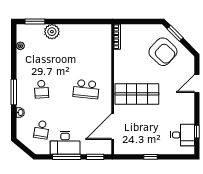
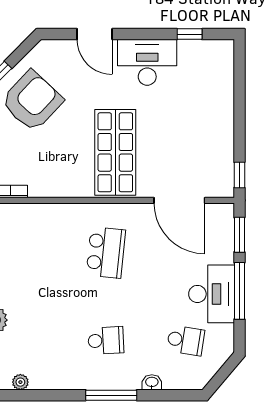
desk: (183, 135) -> (147, 62), moved, width x1.37
window: (150, 157) -> (239, 175), moved

